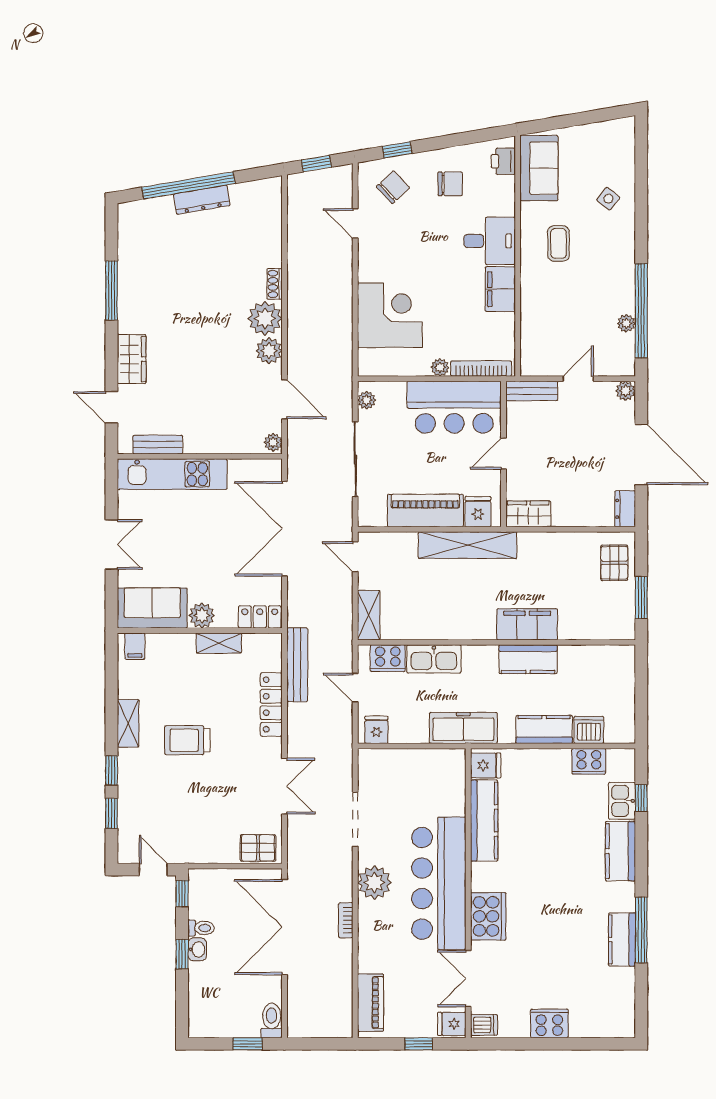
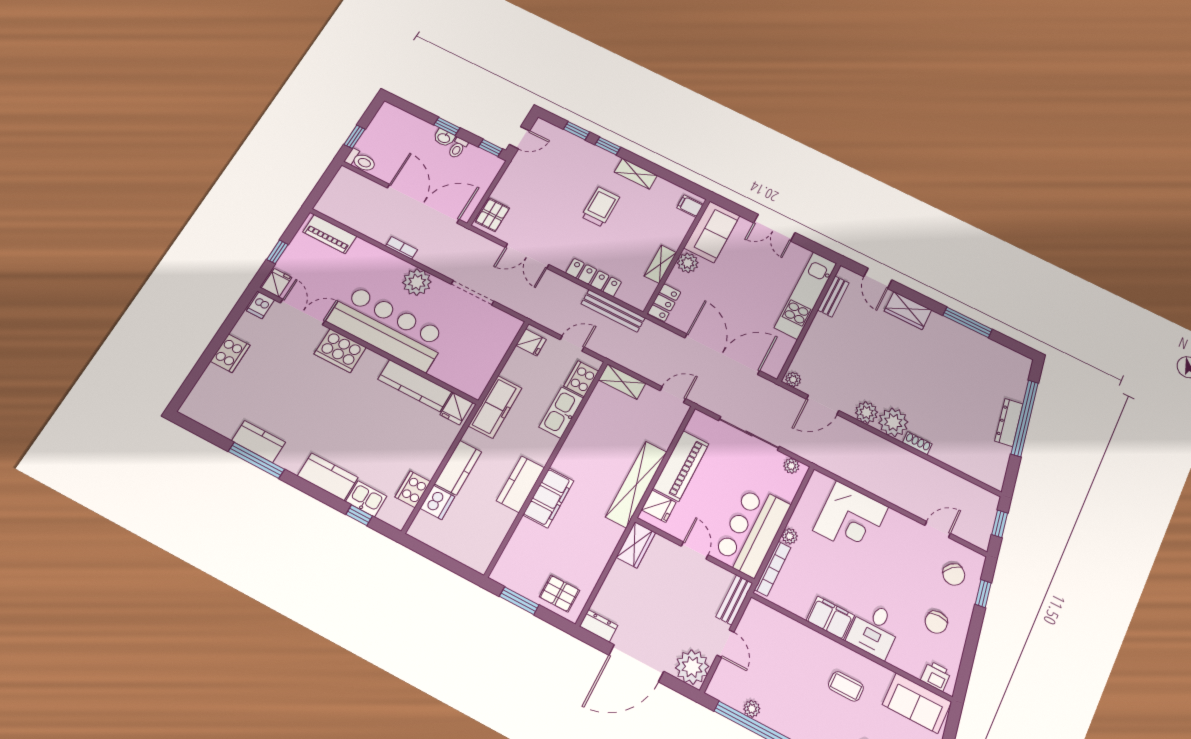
plant: (626, 391) -> (692, 667), width x1.87, depth x1.87
door: (111, 407) -> (878, 278), swing flipped

